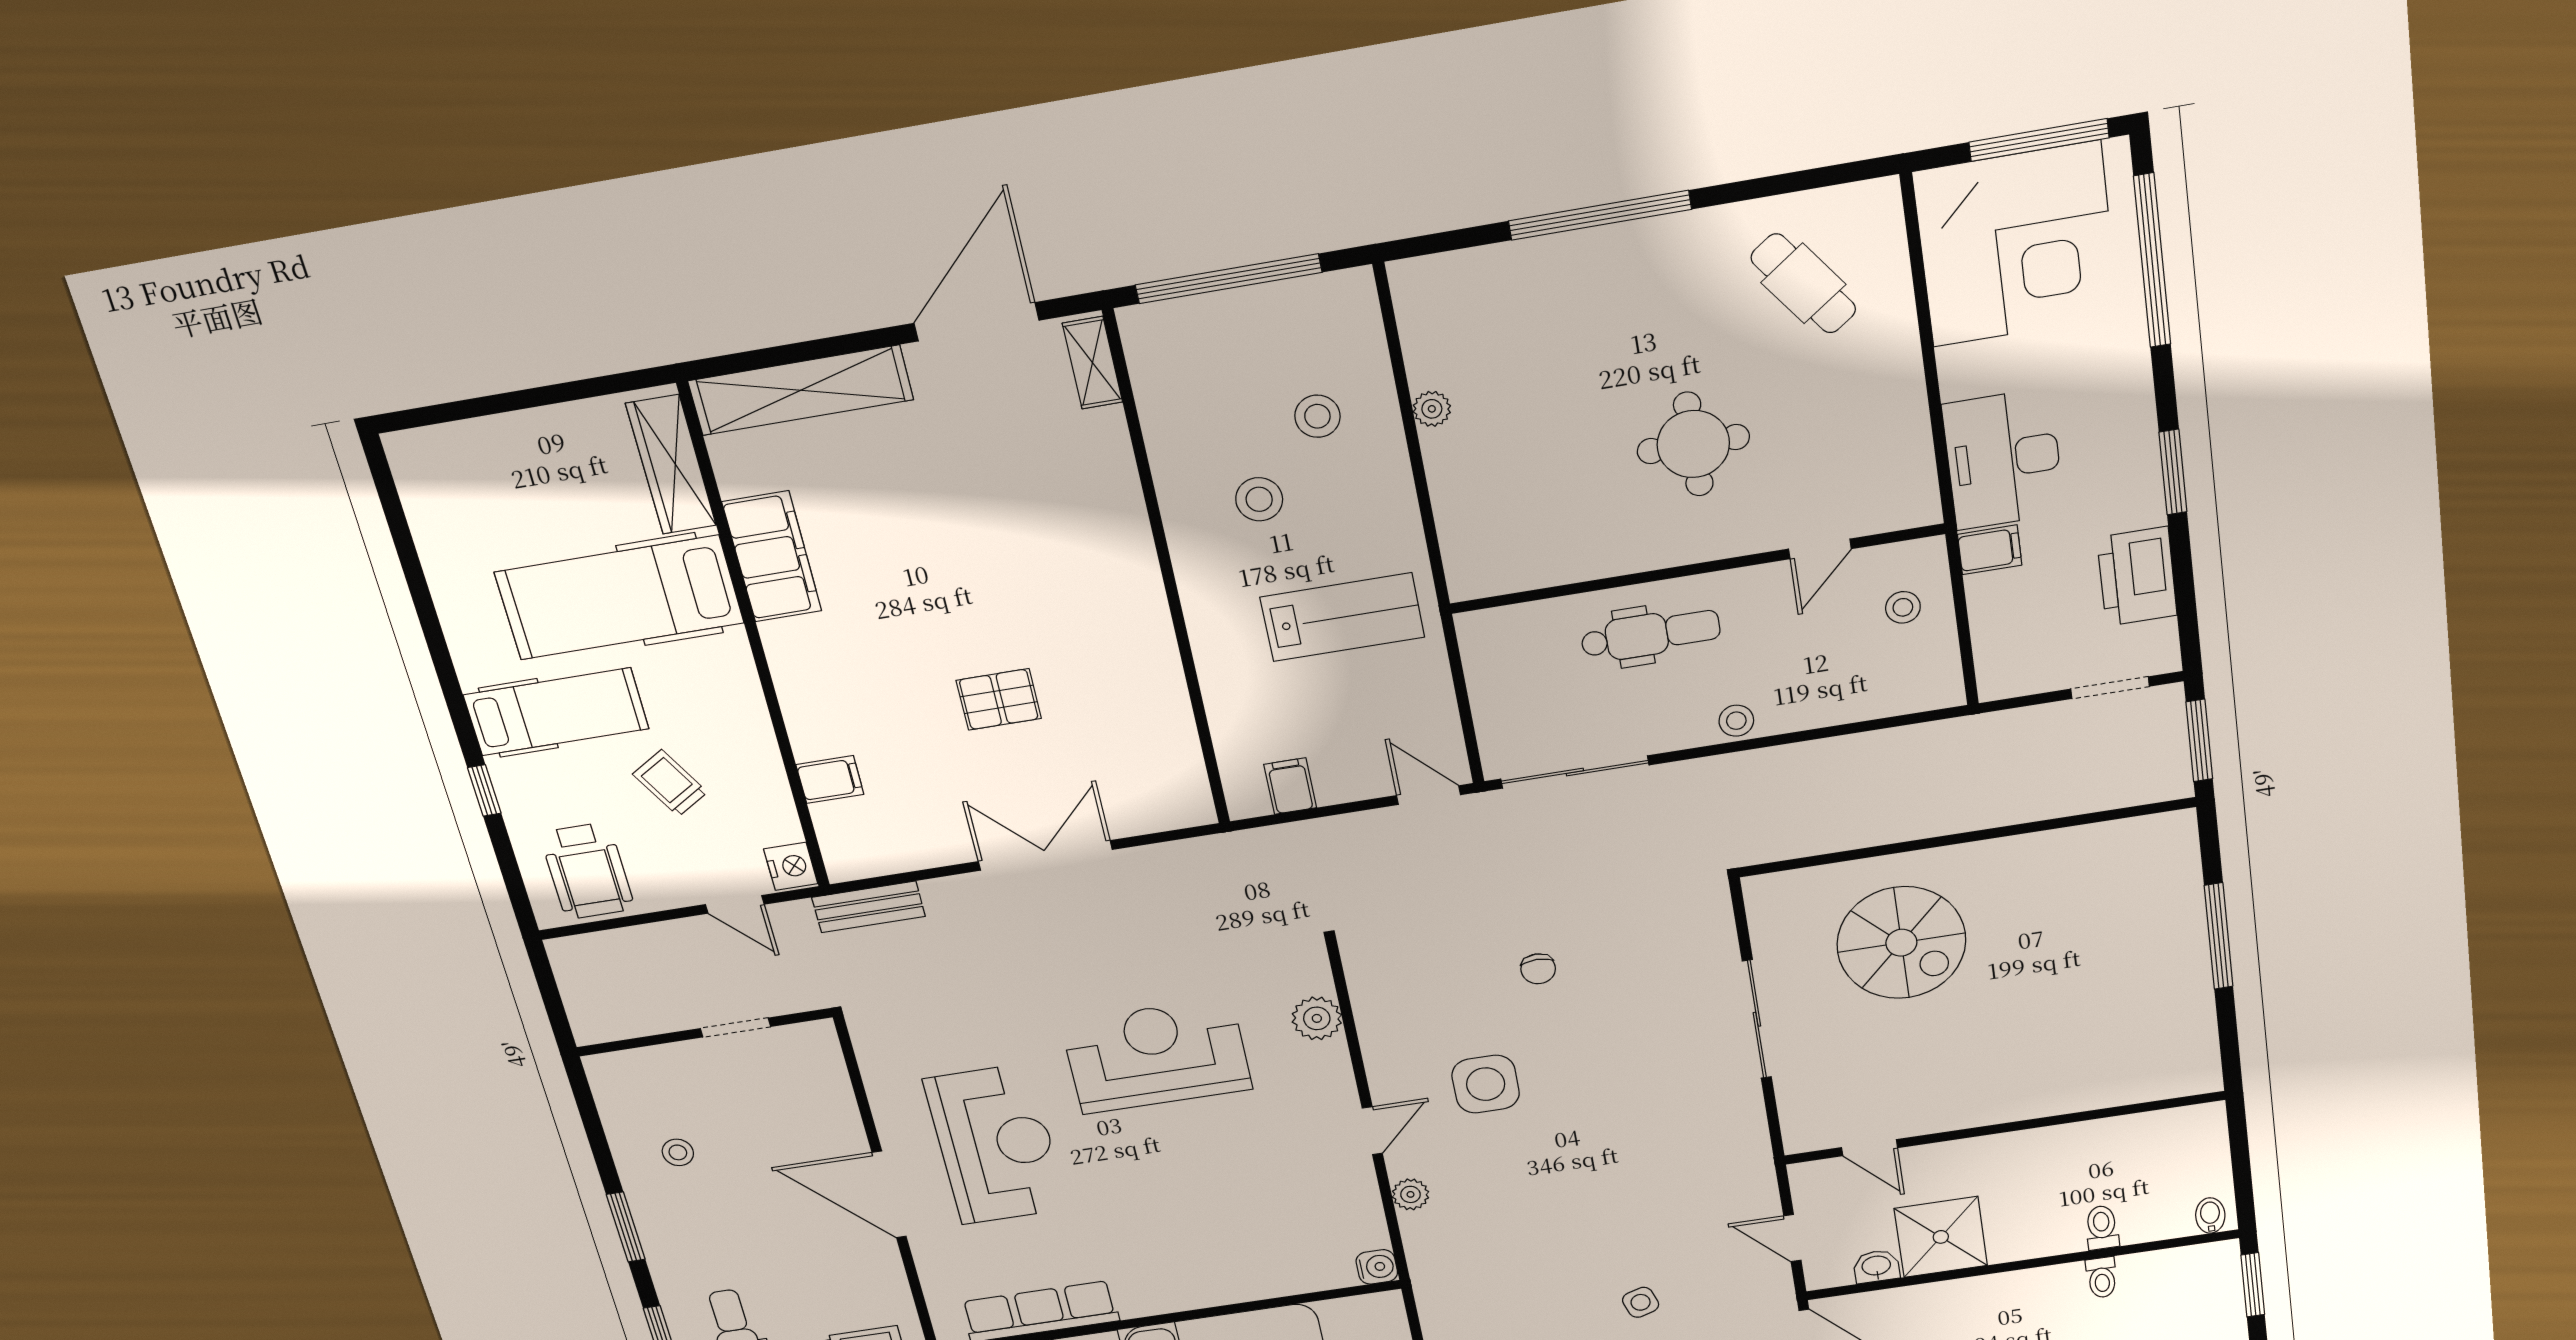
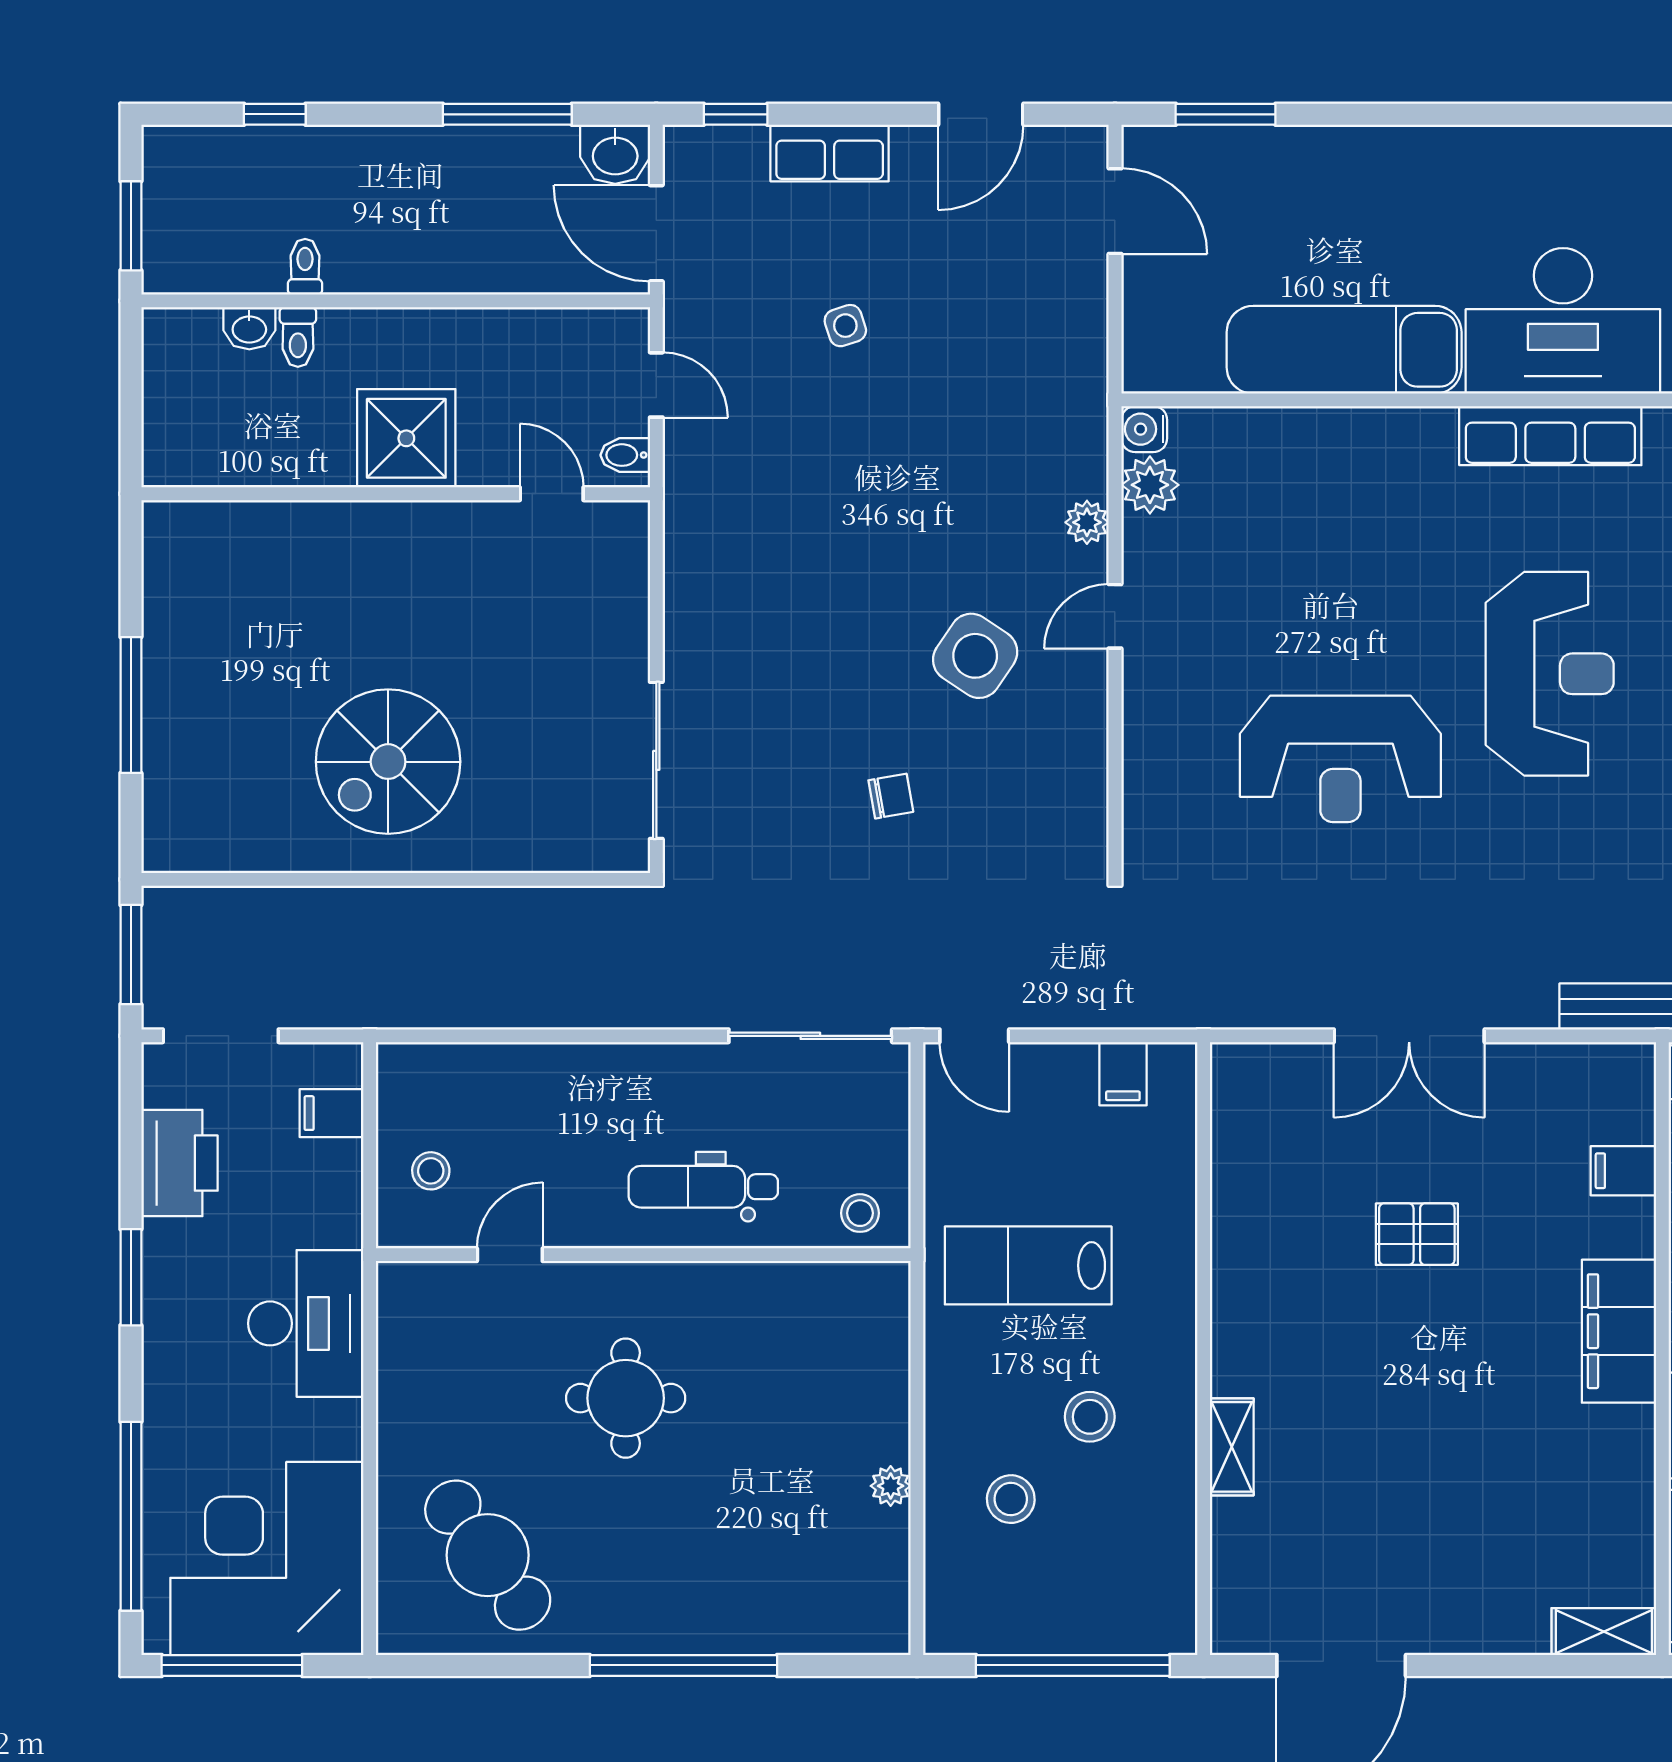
cafe table: (1803, 283) -> (488, 1555), width x1.37, depth x1.35
shelving: (1092, 363) -> (1232, 1447), moved
shelving: (801, 390) -> (1604, 1632), width x0.45, depth x0.75
filing cabinet: (1990, 550) -> (331, 1113), moved
filing cabinet: (772, 557) -> (1619, 1331), moved
doorway: (2110, 688) -> (221, 1036), width x1.38
stool: (1736, 721) -> (860, 1213), moved
spiral stairs: (1901, 943) -> (388, 762), moved, turned -90
chair: (1538, 969) -> (891, 796), turned 80
plant: (1317, 1018) -> (1150, 485), moved
sliding door: (1757, 1019) -> (656, 760), moved
side table: (1486, 1084) -> (975, 656), turned 34
reception desk: (996, 1144) -> (1550, 674), turned 180
bidet: (2210, 1215) -> (625, 455), moved, turned 90
shower: (1941, 1237) -> (406, 438), moved
washbasin: (1876, 1266) -> (249, 328), moved

